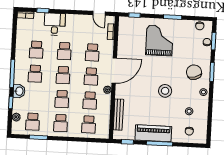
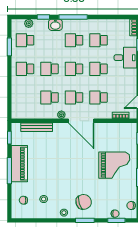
stool: (165, 91) -> (63, 173), removed
school desk: (89, 124) -> (25, 97), removed

